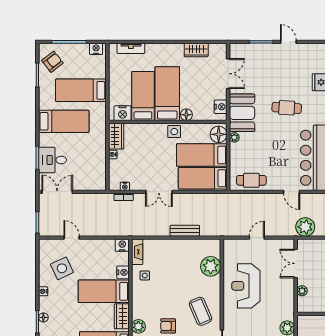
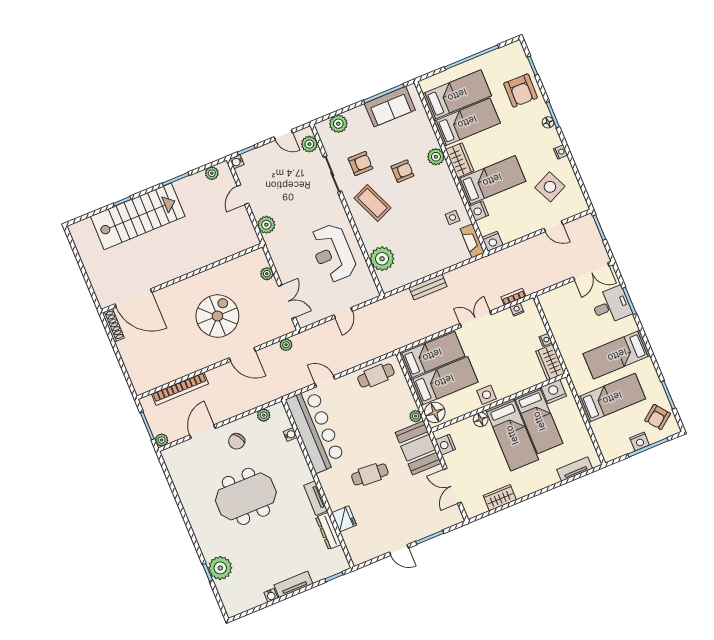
nightstand: (96, 49) -> (640, 441), moved
plant: (305, 227) -> (286, 345), width x0.53, depth x0.53
reception desk: (246, 286) -> (333, 253), turned 180

